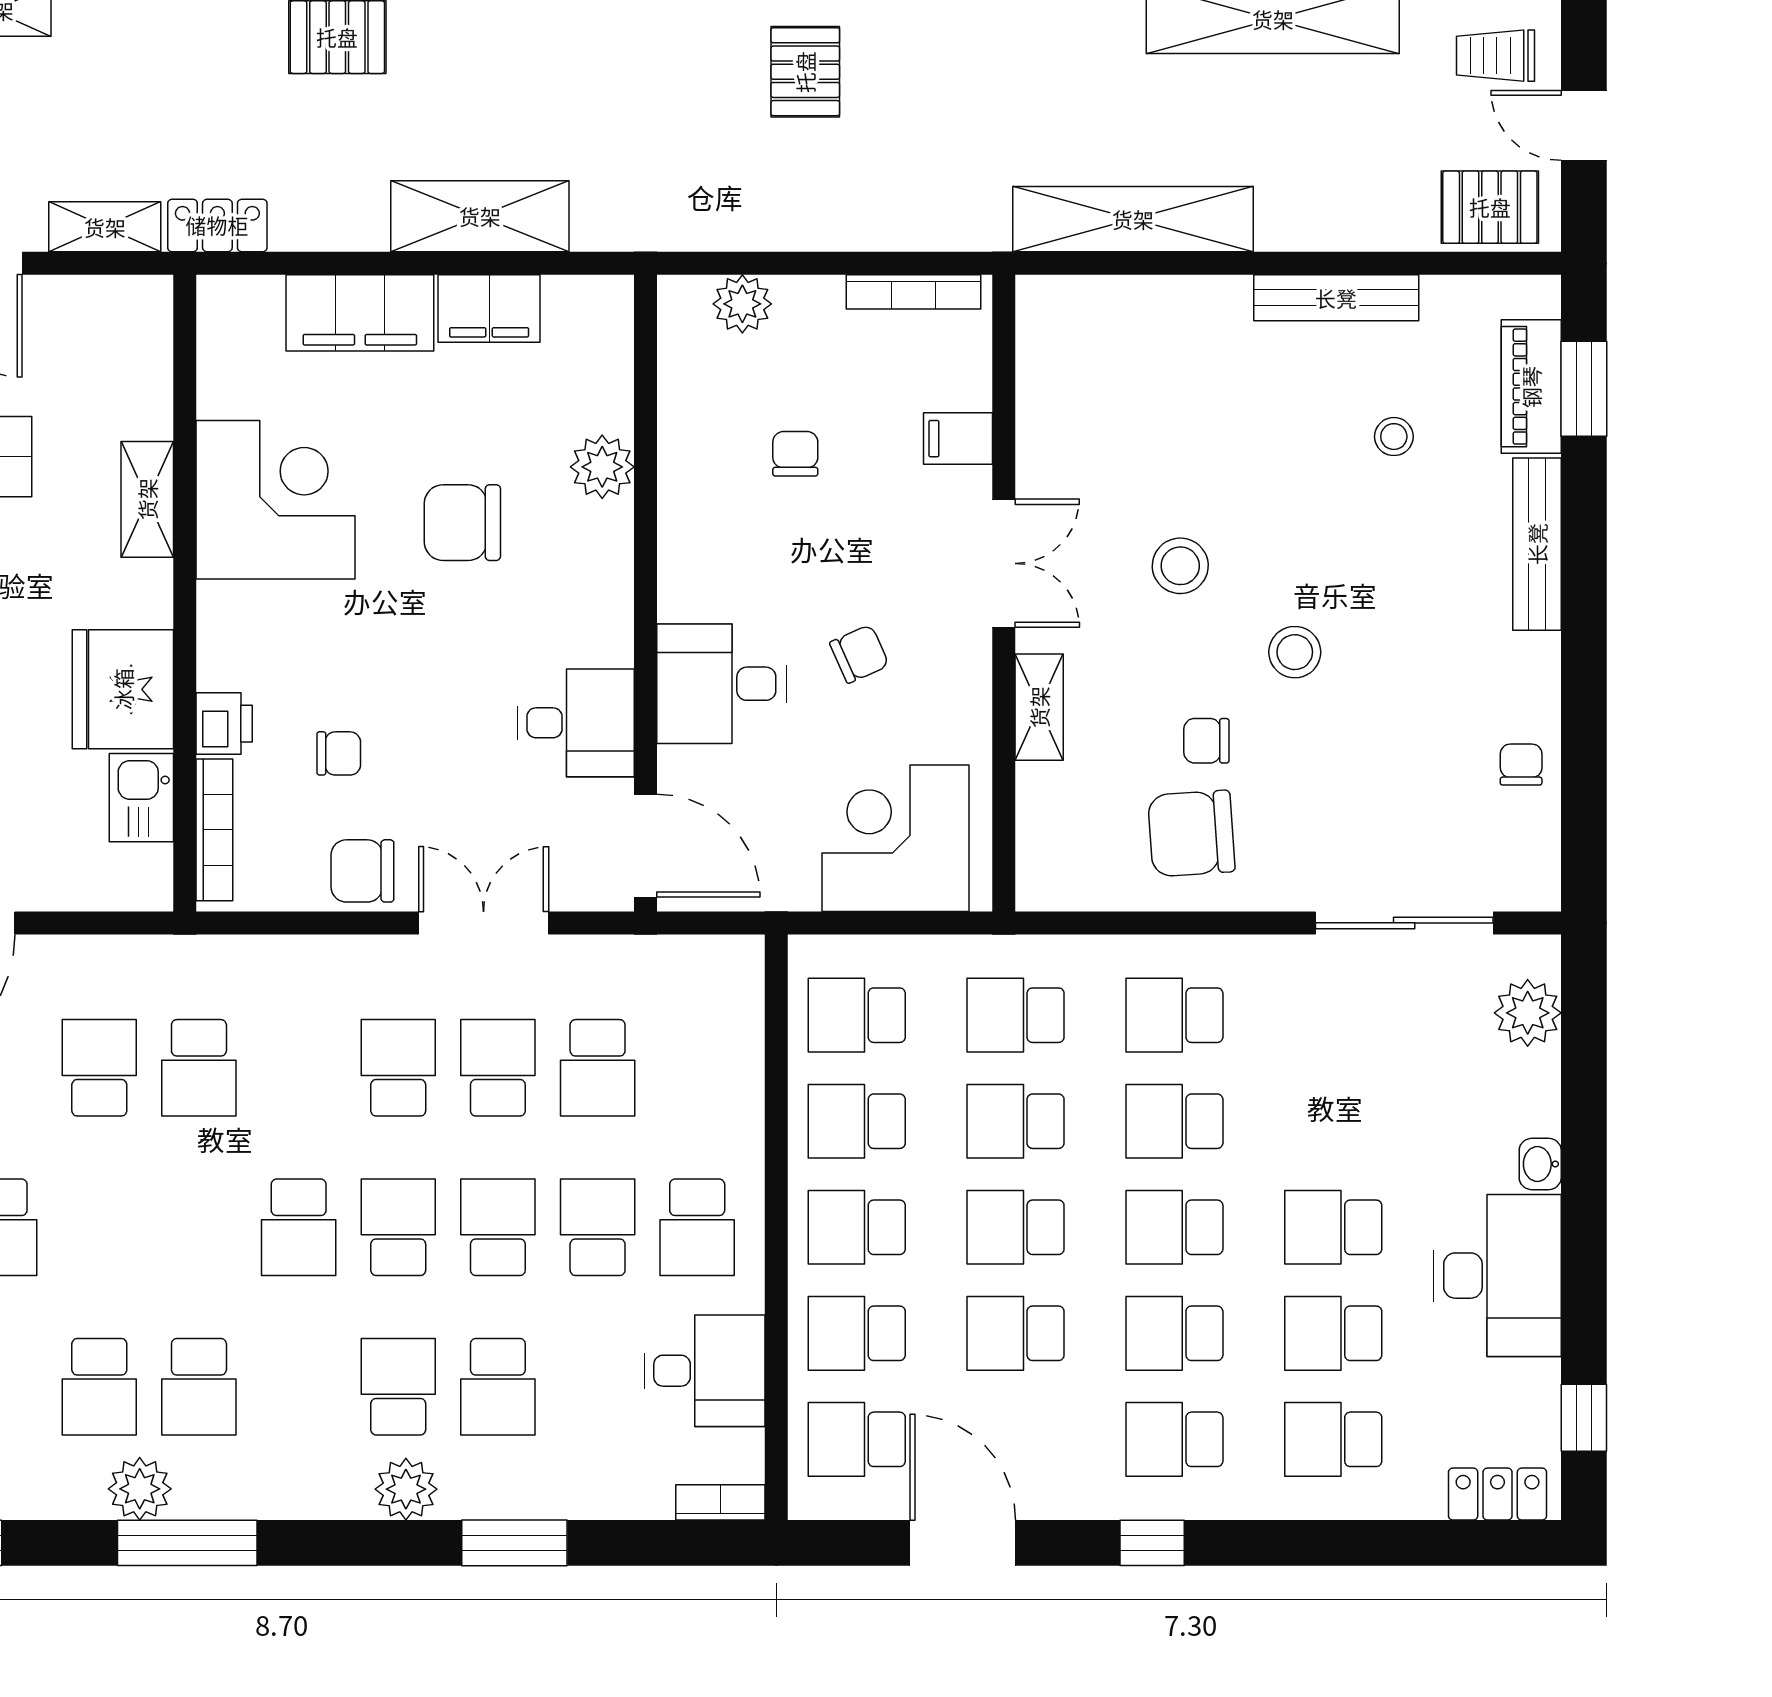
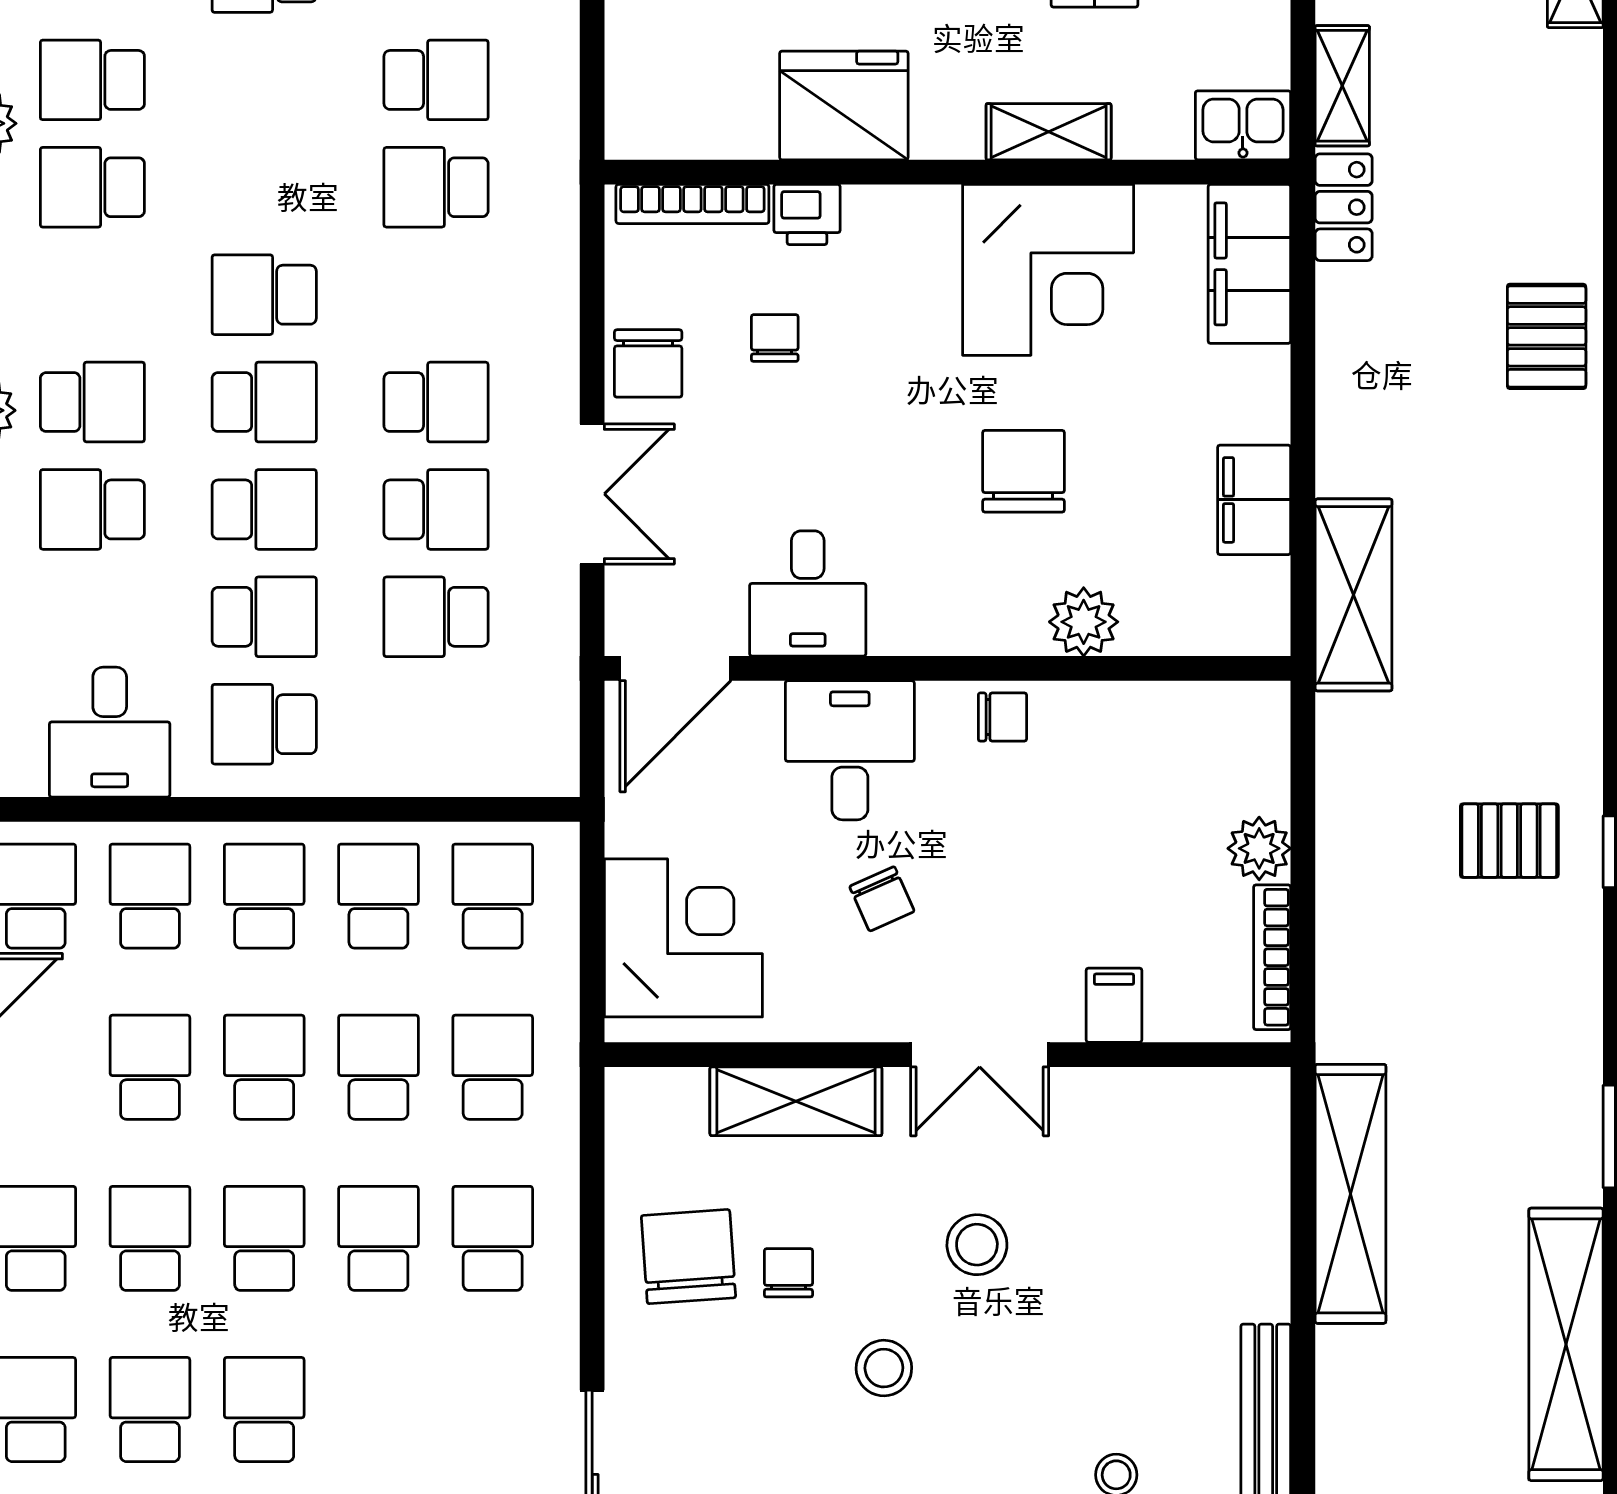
shelving: (480, 216) -> (1354, 595), moved
plant: (742, 304) -> (1259, 848), moved
filing cabinet: (360, 313) -> (1249, 264), moved
chair: (795, 454) -> (1002, 717), moved
shelving: (1039, 707) -> (796, 1101), width x1.50, depth x1.33
chair: (339, 753) -> (775, 338), turned 180
kitchen sink: (141, 798) -> (1243, 125), moved
chair: (362, 871) -> (648, 363), turned 180

